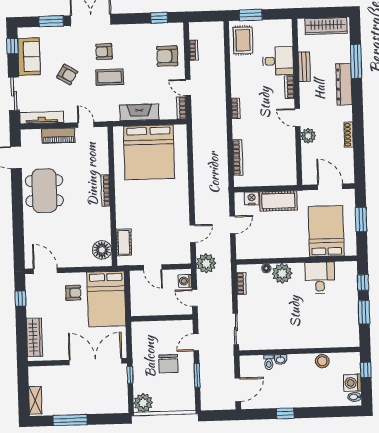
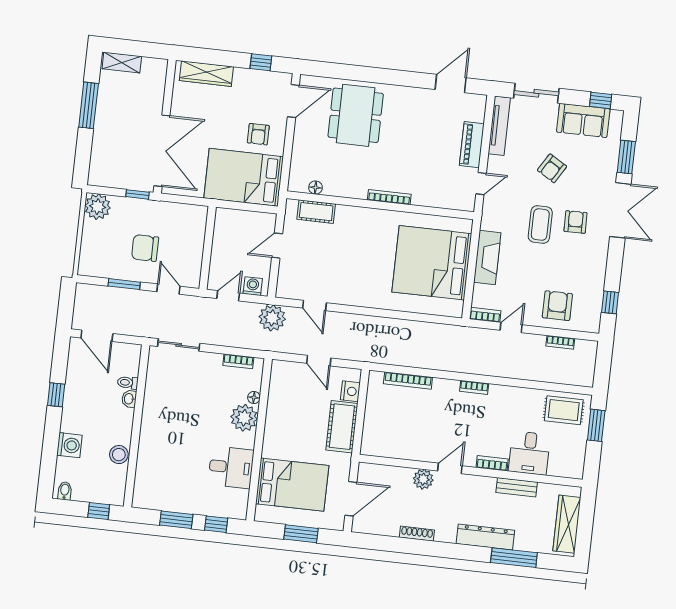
dining table: (44, 191) -> (356, 115), moved, turned 90
floor lamp: (102, 250) -> (316, 188), width x0.53, depth x0.53
washing machine: (352, 383) -> (69, 445), moved, turned 90

